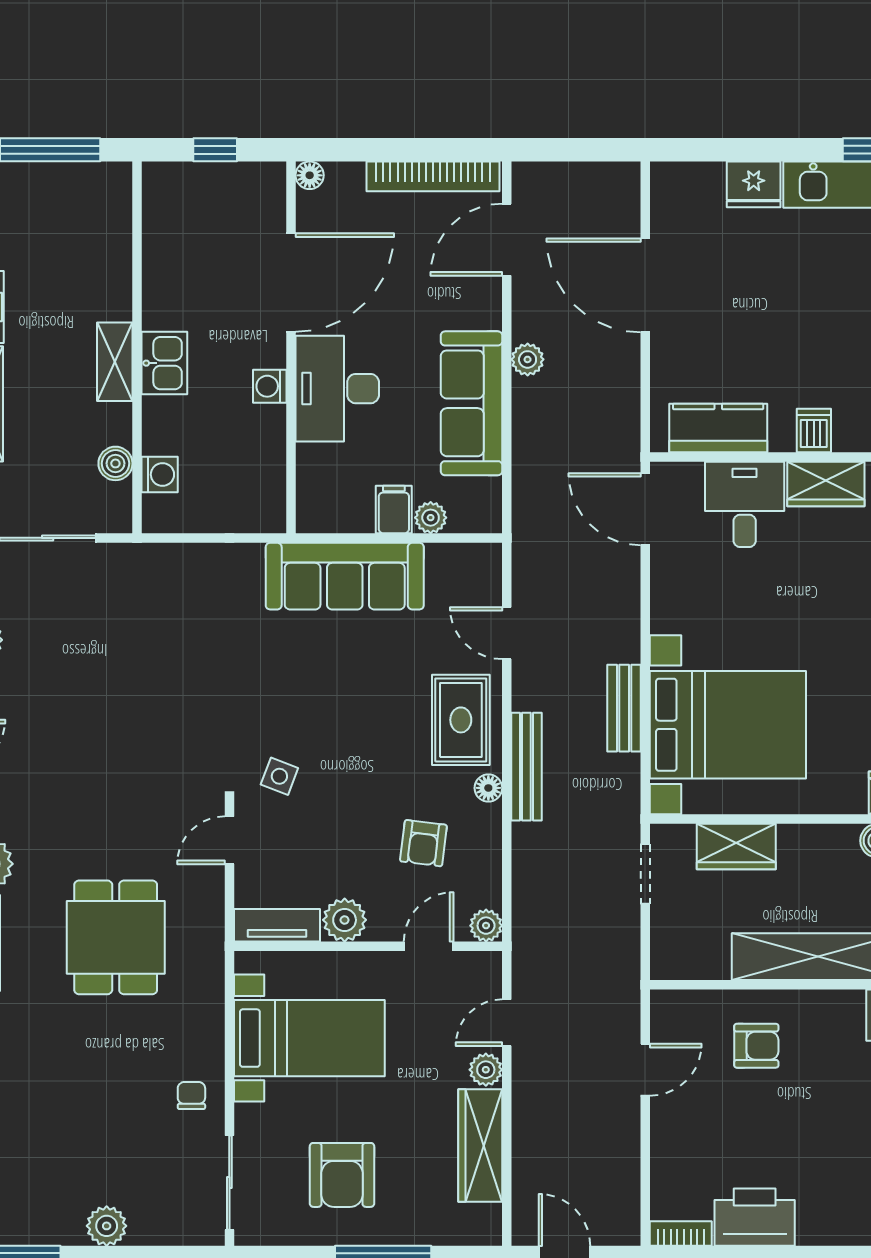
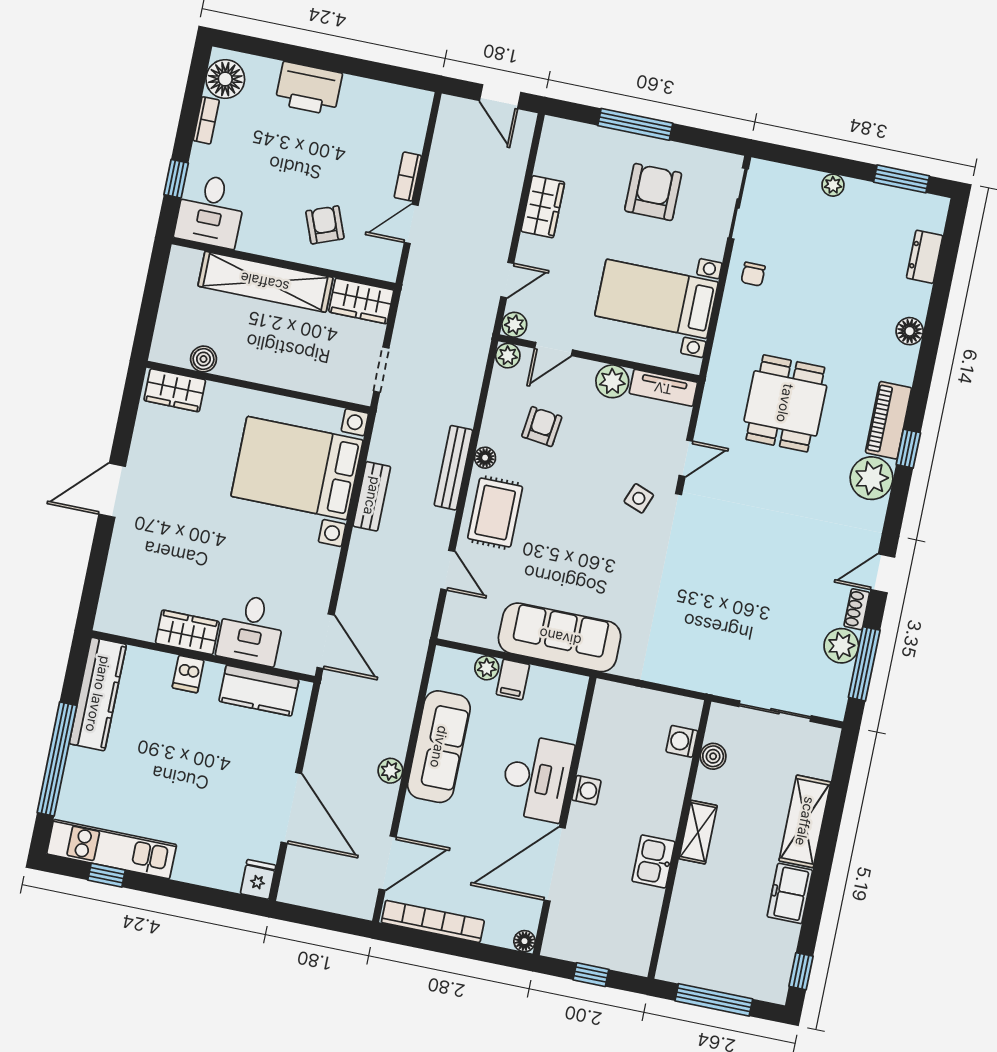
fridge: (754, 184) -> (258, 879), moved, width x0.72
kitchen sink: (164, 363) -> (654, 861), moved
wardrobe: (736, 847) -> (361, 301), moved, turned 180
armchair: (756, 1046) -> (325, 225), turned 69
plant: (486, 1070) -> (514, 325), moved
wardrobe: (480, 1146) -> (543, 207), width x0.67
printer: (755, 1217) -> (309, 89), moved
plant: (107, 1226) -> (833, 185), width x0.73, depth x0.73
bookcase: (681, 1233) -> (408, 177), moved, turned 90

